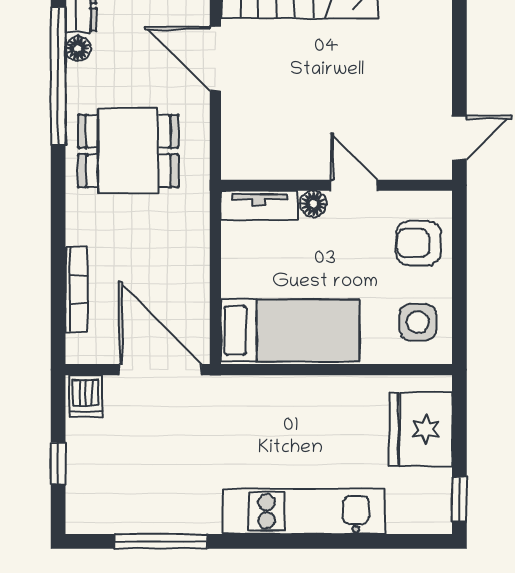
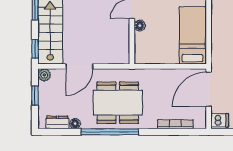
window: (58, 76) -> (110, 132), moved
dining table: (128, 151) -> (118, 103), width x1.38
tv unit: (259, 205) -> (140, 48), removed

